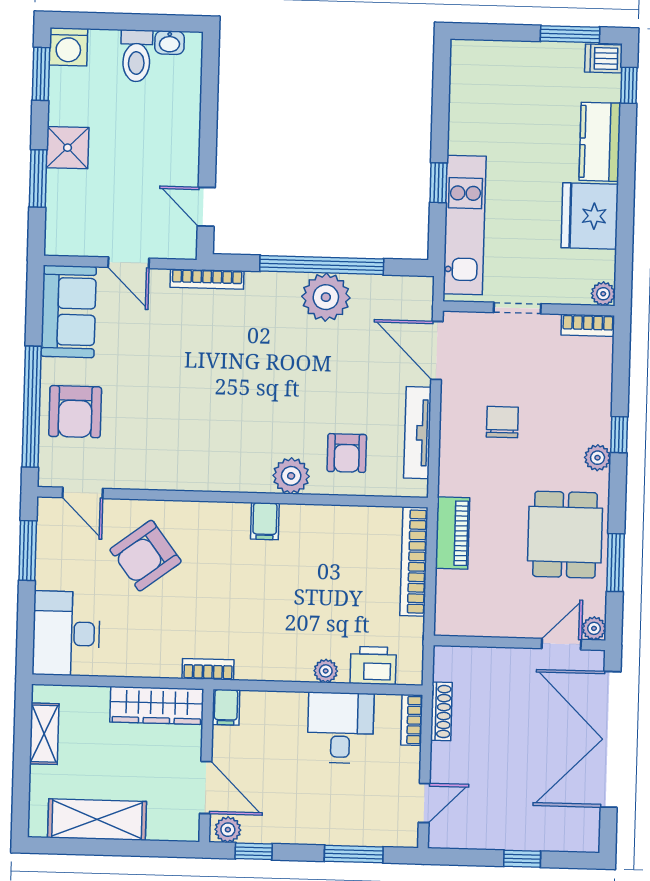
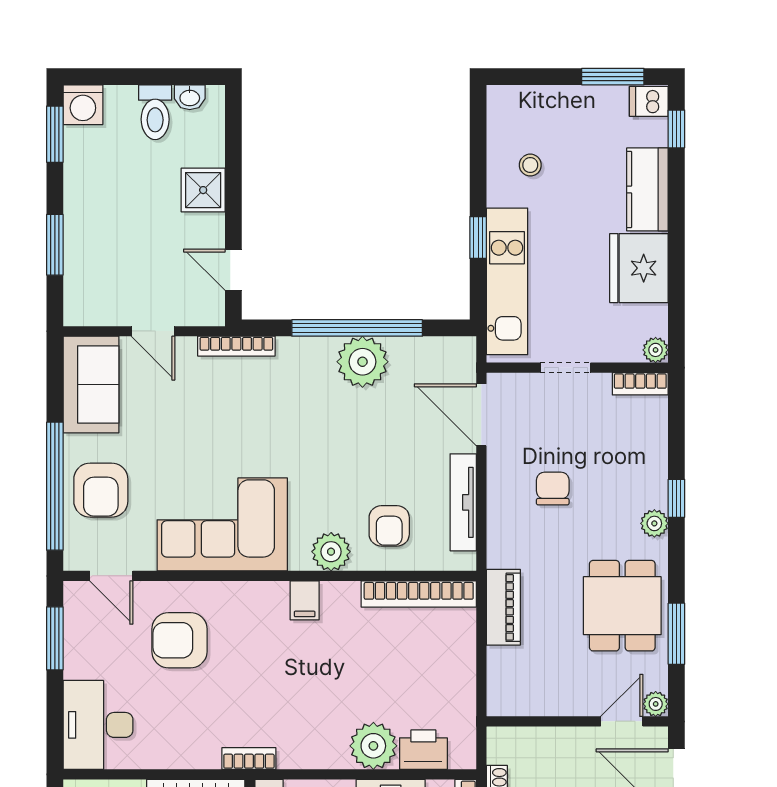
stool: (490, 116) -> (530, 165), added
shower: (68, 148) -> (203, 190), moved
corner sofa: (189, 447) -> (222, 524), added
armchair: (146, 556) -> (179, 640), turned 37
bookcase: (414, 561) -> (419, 594), moved, turned -90
plant: (326, 671) -> (373, 746), width x1.87, depth x1.87

